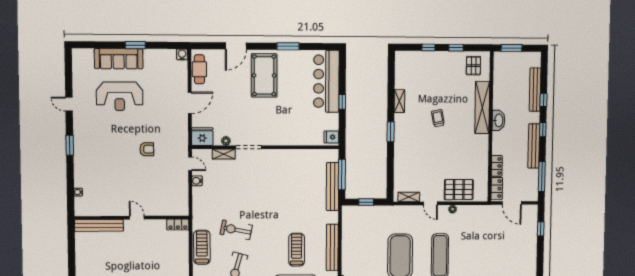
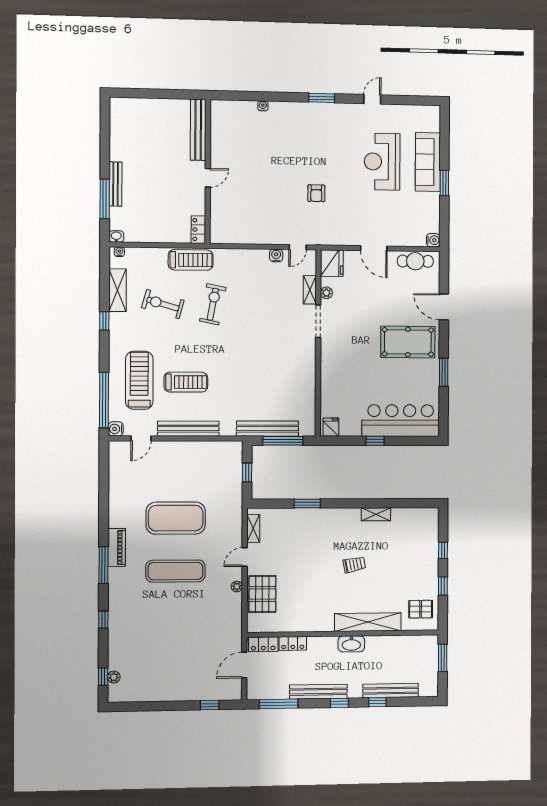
window: (391, 132) -> (307, 504), moved
wall: (132, 218) -> (208, 172), moved
door: (137, 218) -> (208, 178), moved
locker: (178, 224) -> (198, 230), moved
bench: (99, 225) -> (198, 130), moved

